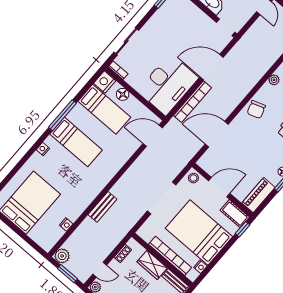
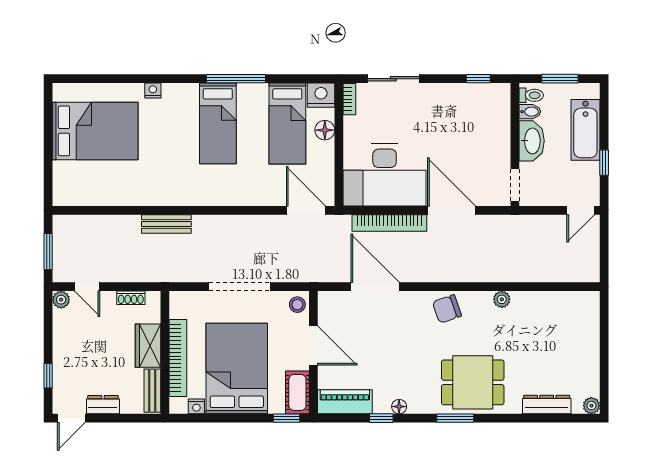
nightstand: (43, 149) -> (153, 91), moved
nightstand: (66, 225) -> (107, 198), removed
plant: (62, 256) -> (64, 226), removed

